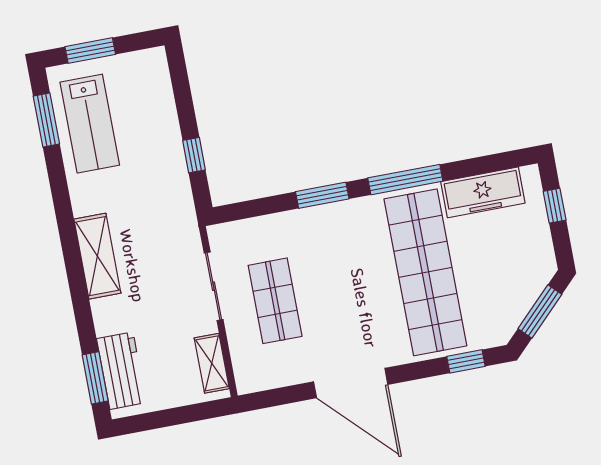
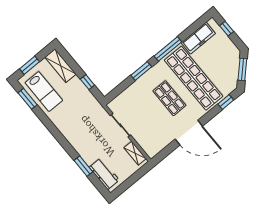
shelving: (97, 256) -> (61, 66), moved
shop shelf: (275, 301) -> (169, 98), moved
window: (95, 378) -> (83, 166), moved

